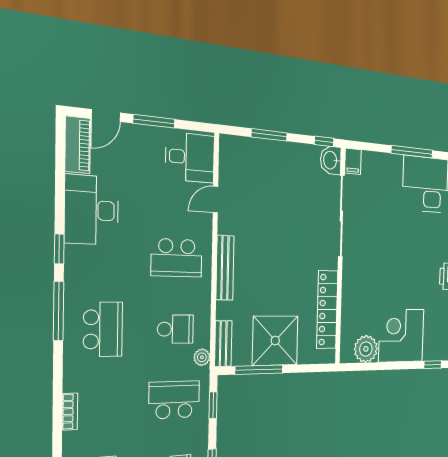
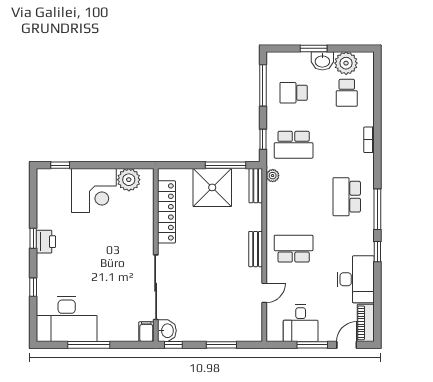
desk: (190, 157) -> (301, 323), moved, turned -90
bench: (225, 268) -> (256, 249), width x0.73
school desk: (175, 329) -> (294, 197), removed

